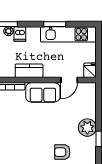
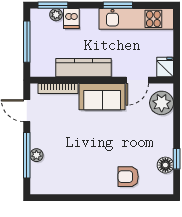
kitchen counter: (29, 71) -> (84, 68), width x1.50
plant: (87, 128) -> (162, 103), moved
floor lamp: (90, 143) -> (165, 165), added

